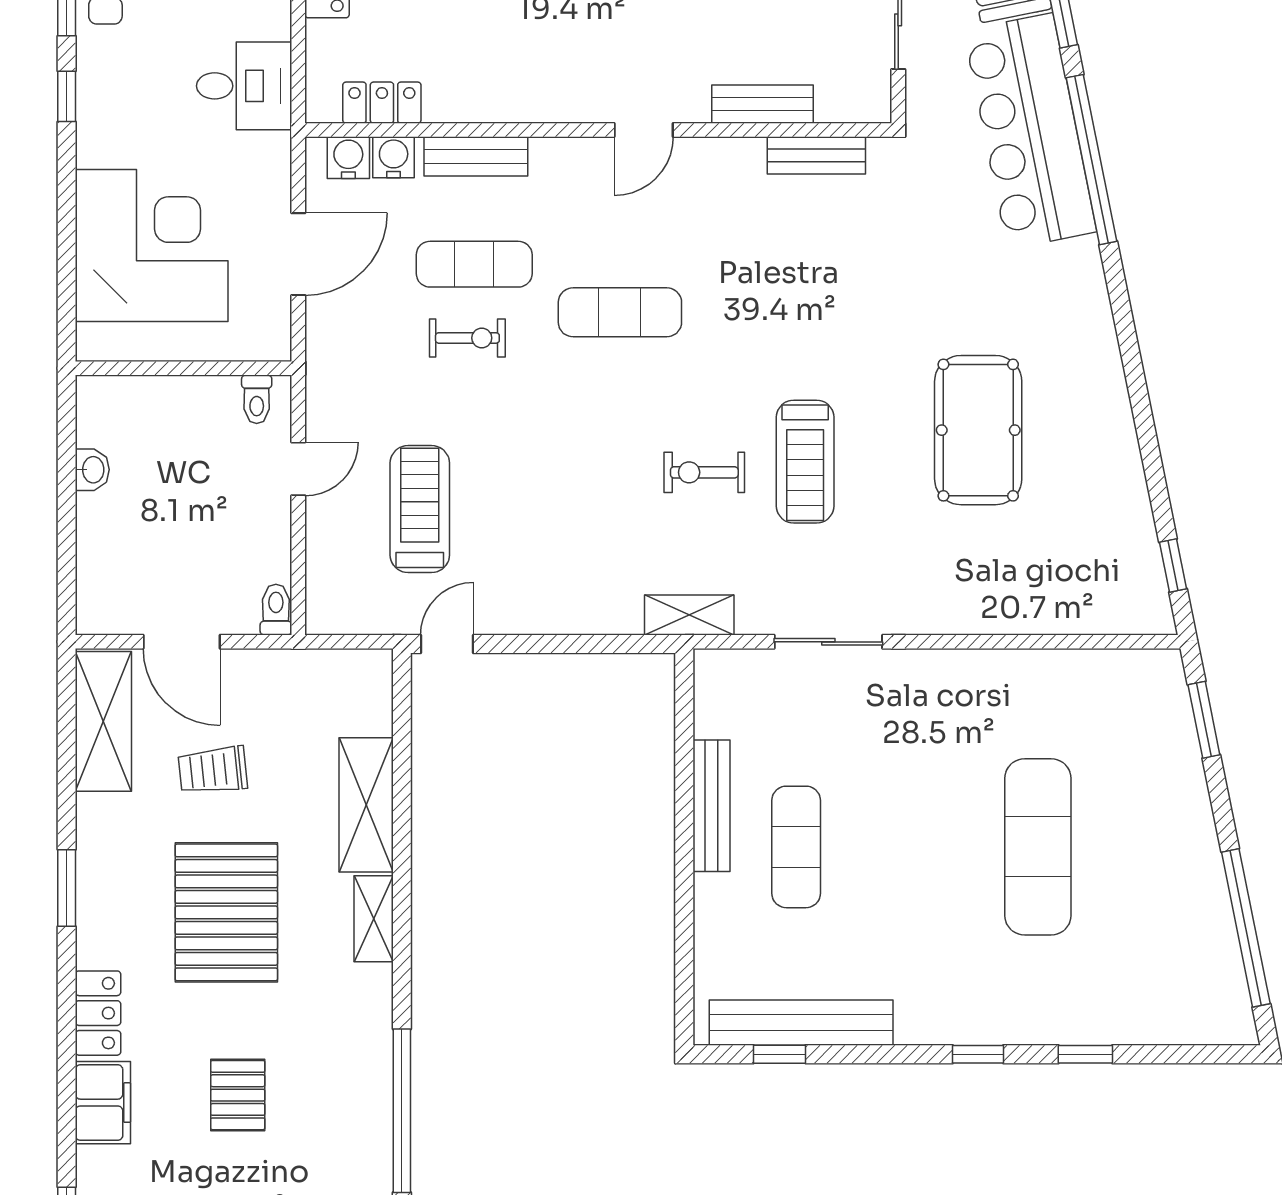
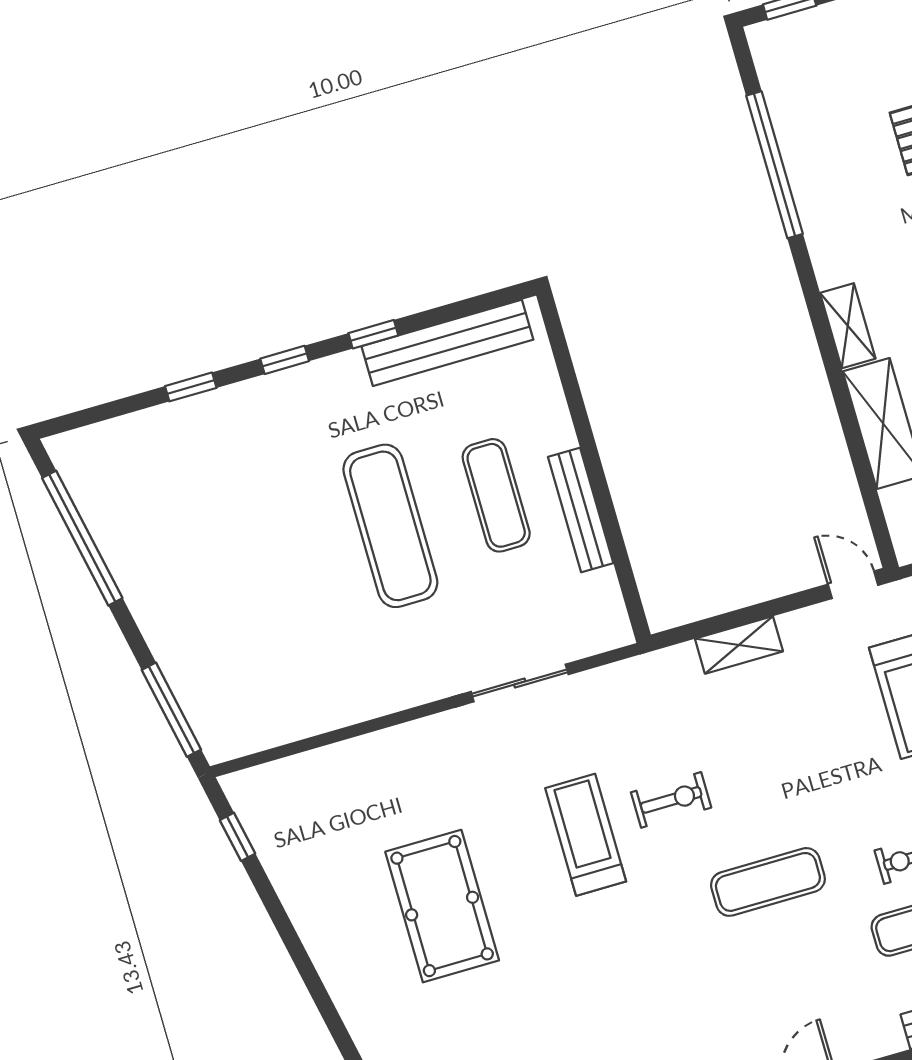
exercise mat: (620, 312) -> (768, 882), moved
shelving: (689, 615) -> (739, 645), moved
door: (447, 644) -> (853, 585), swing flipped
window: (1204, 720) -> (171, 710), width x1.44
exercise mat: (1038, 847) -> (390, 526), moved
window: (779, 1054) -> (373, 334), moved

